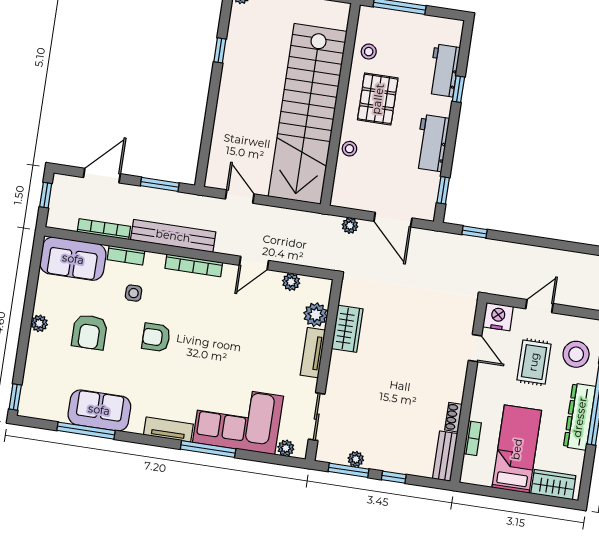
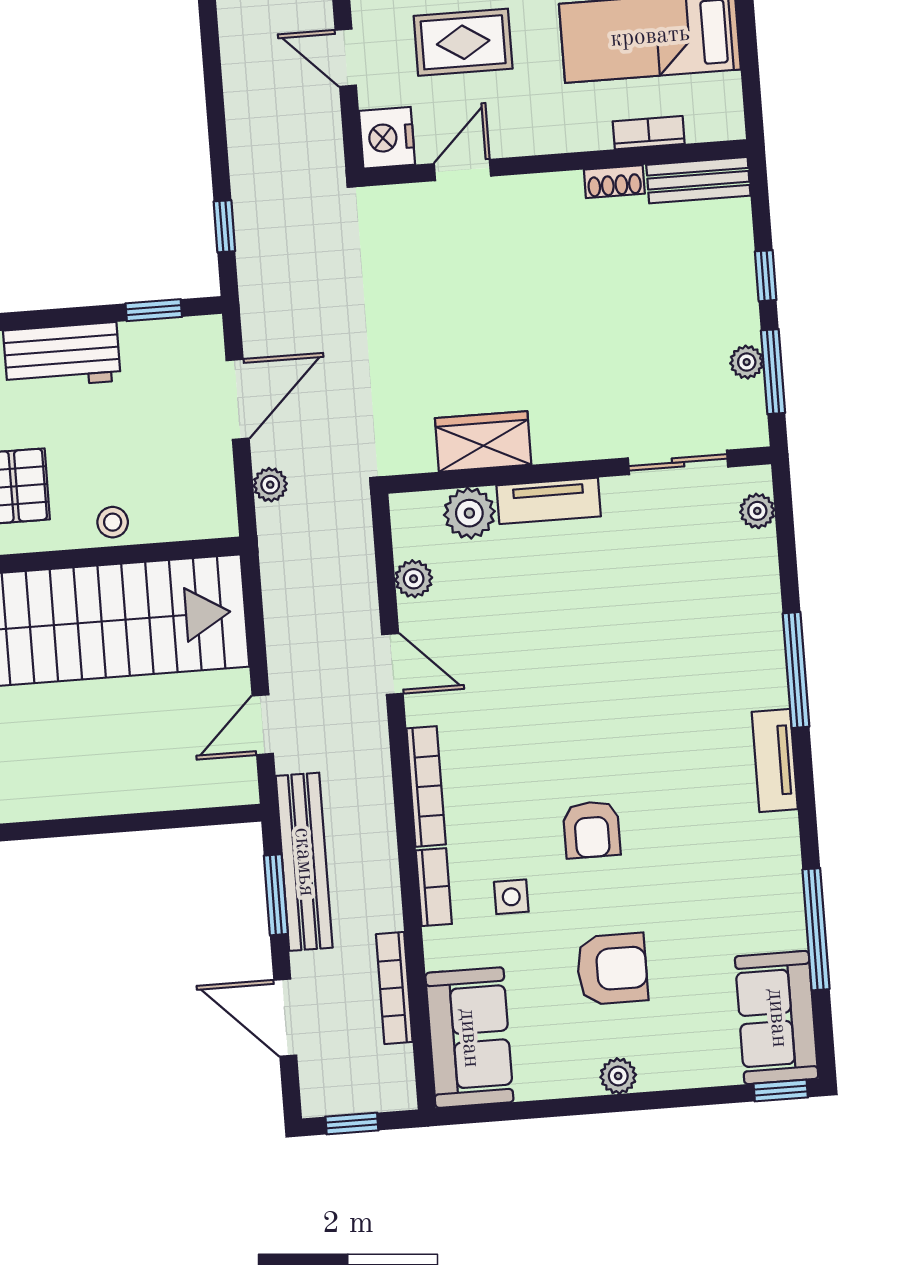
bench: (173, 236) -> (304, 862), moved
bookcase: (126, 255) -> (434, 887), moved
sofa: (99, 410) -> (777, 1018), moved
corner sofa: (238, 419) -> (721, 623), removed

